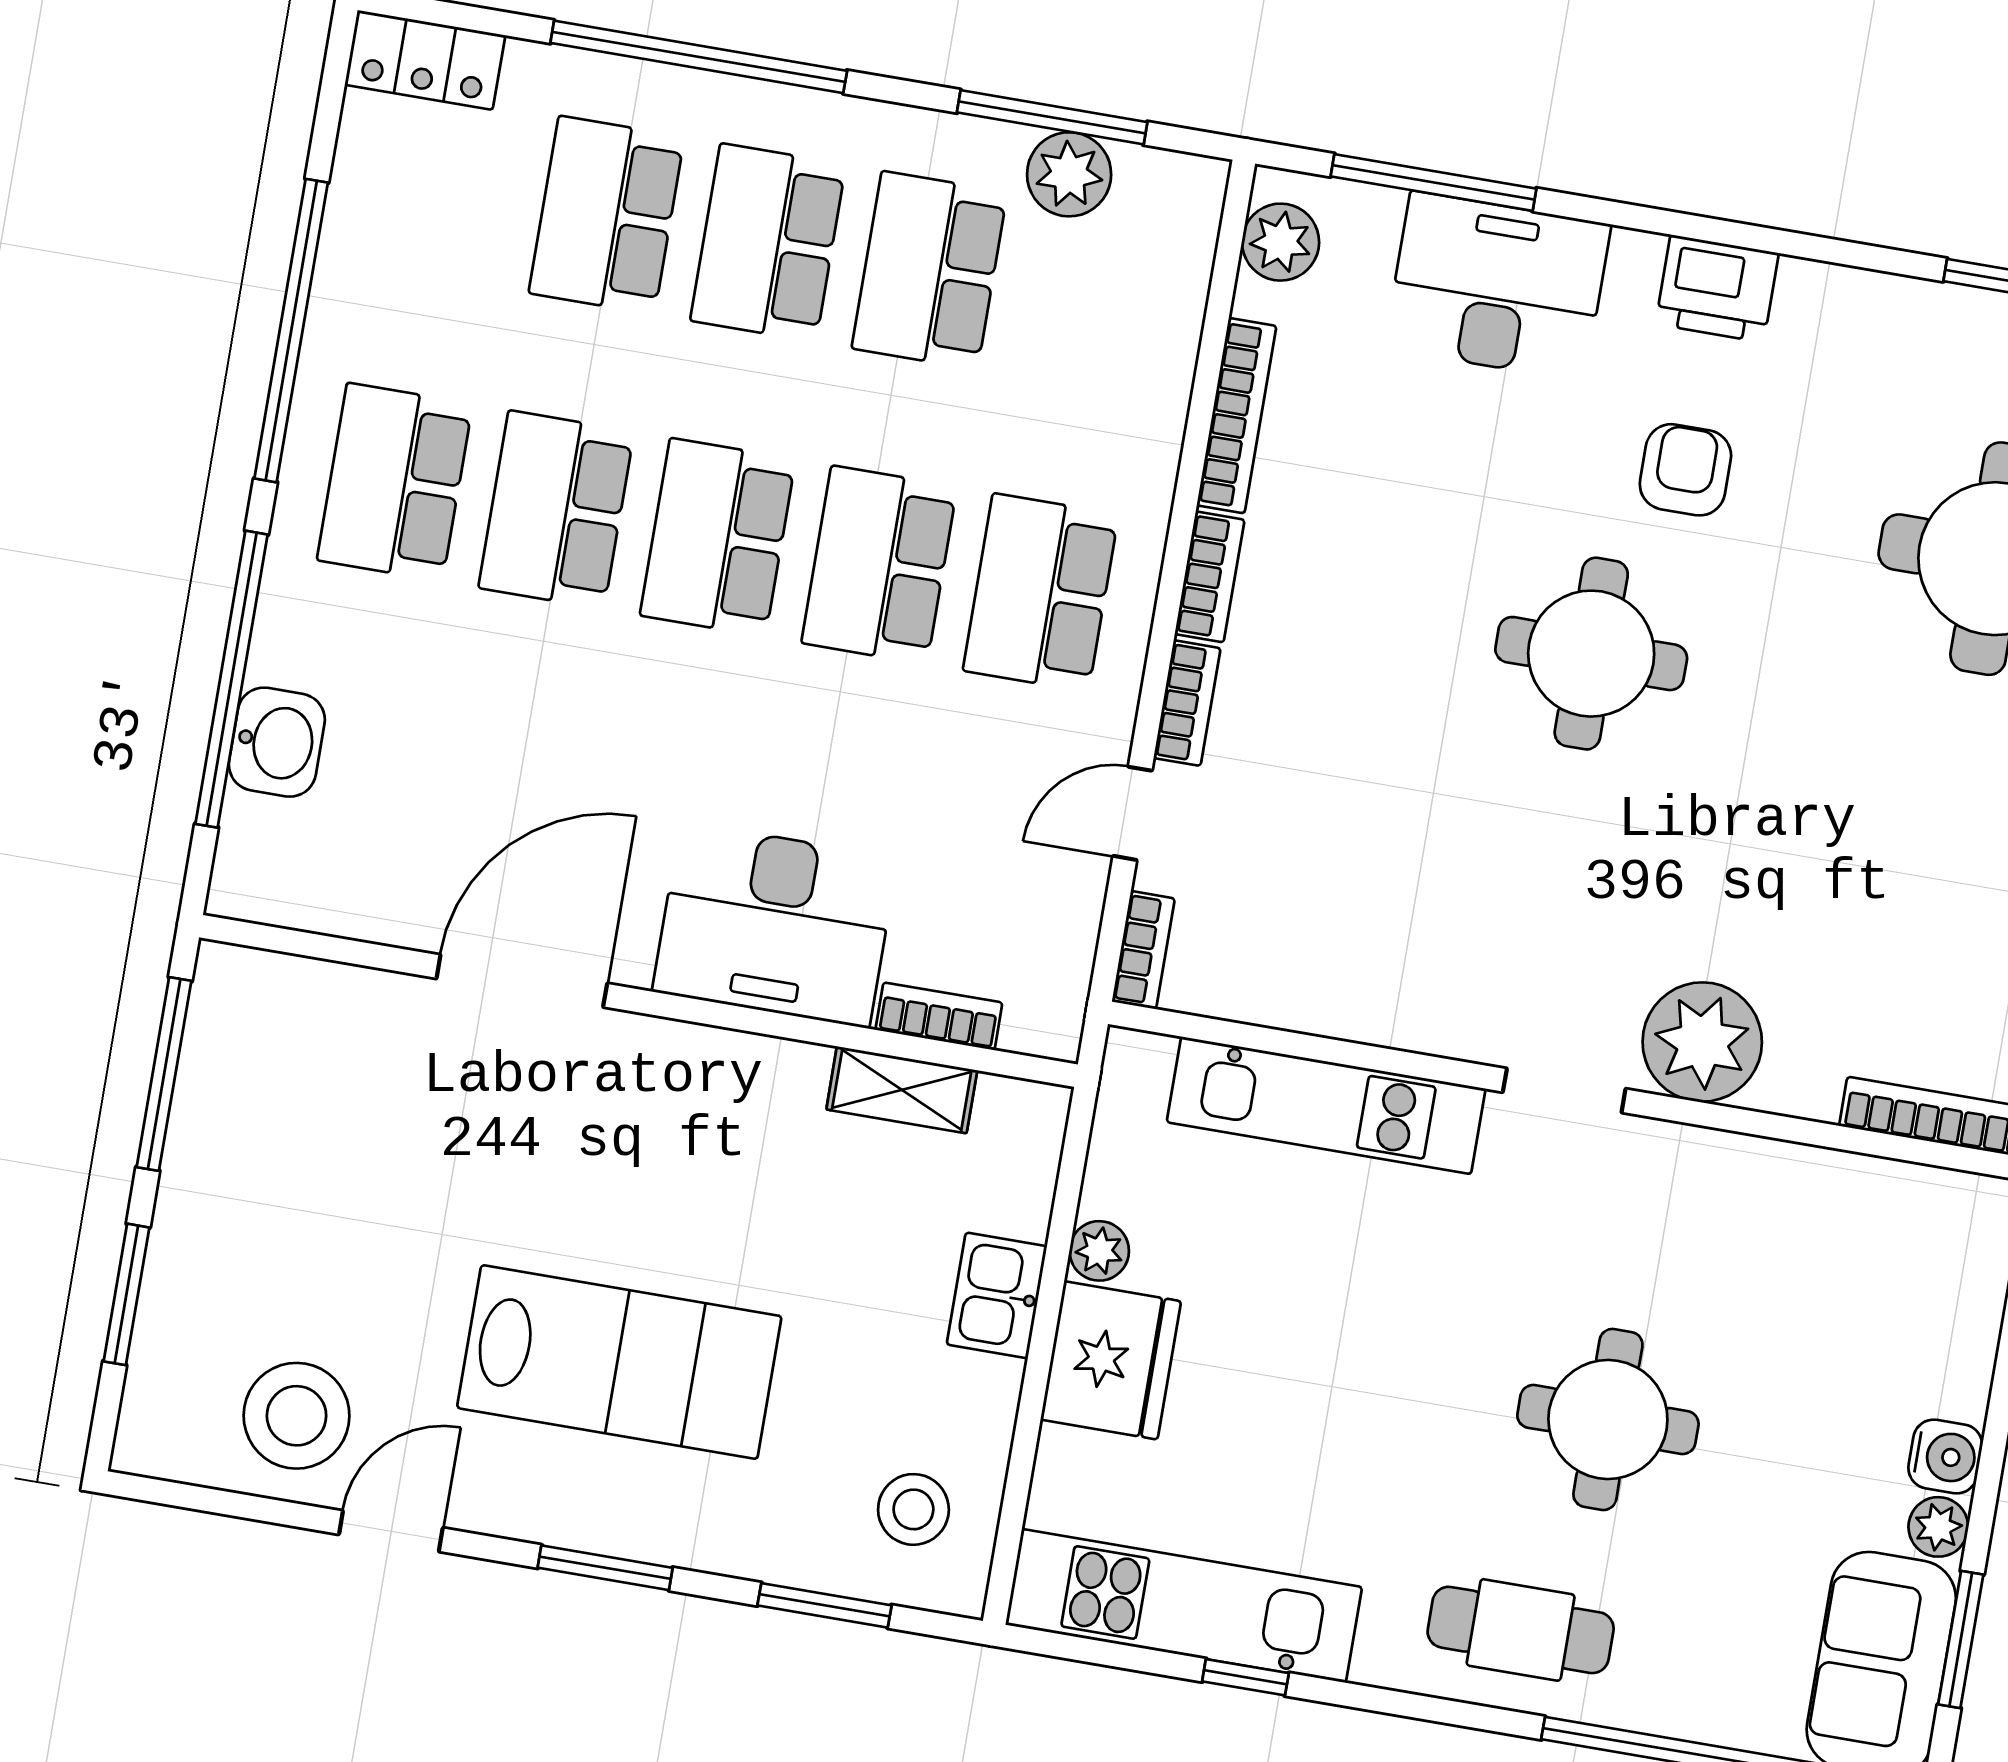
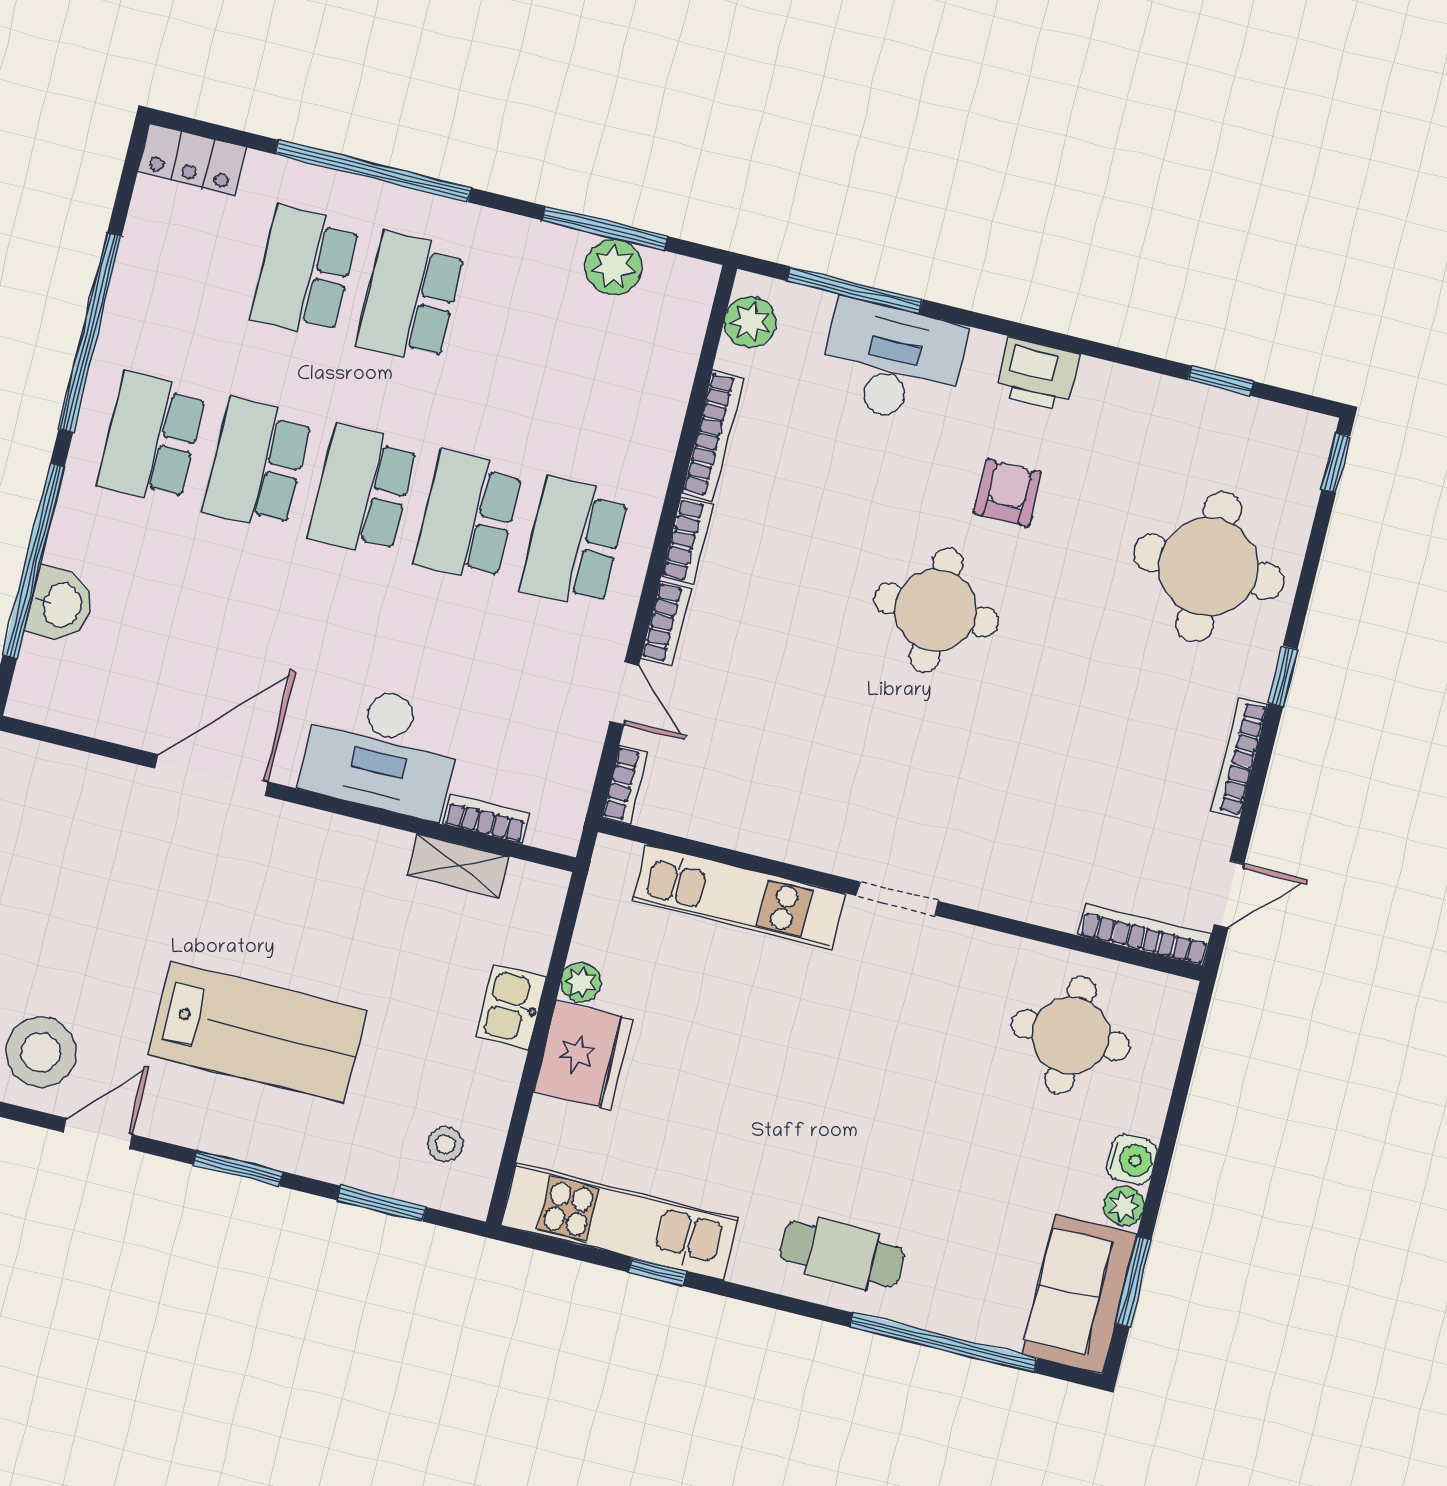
school desk: (930, 270) -> (516, 324), removed
door: (1132, 813) -> (624, 694), swing flipped
plant: (1702, 1042) -> (991, 873), removed
round table: (1608, 1419) -> (1071, 1035), moved
stool: (913, 1509) -> (445, 1144), width x0.73, depth x0.73

